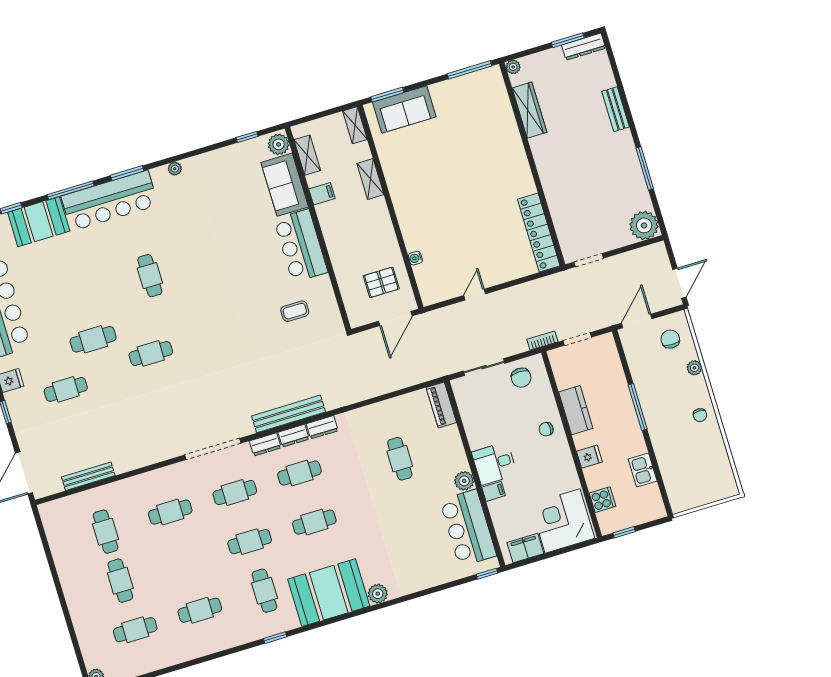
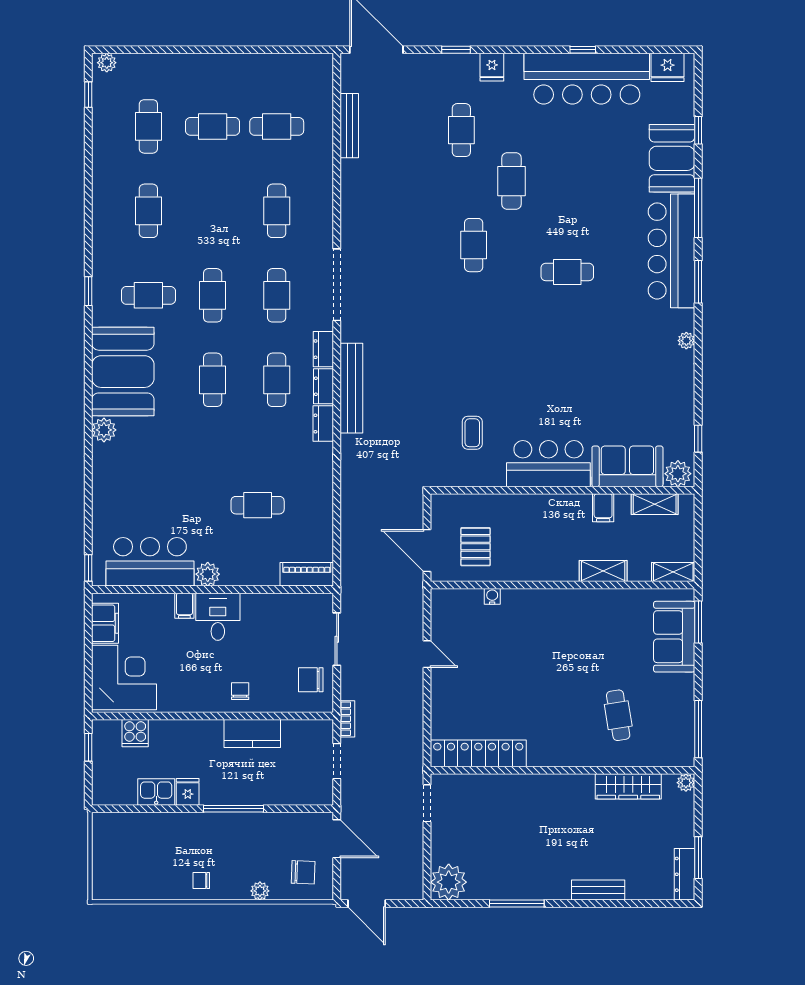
cafe table: (477, 134) -> (618, 715), added
fridge: (589, 457) -> (188, 792), moved, turned 180

